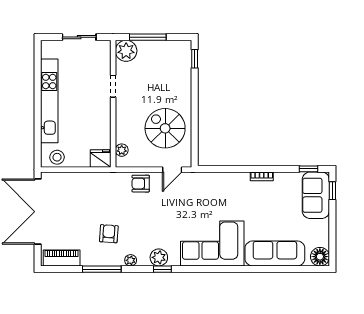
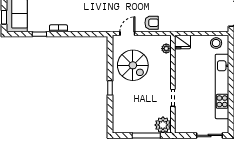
sliding door: (79, 37) -> (209, 135), moved
window: (195, 59) -> (110, 88), moved
window: (309, 169) -> (39, 34), moved

